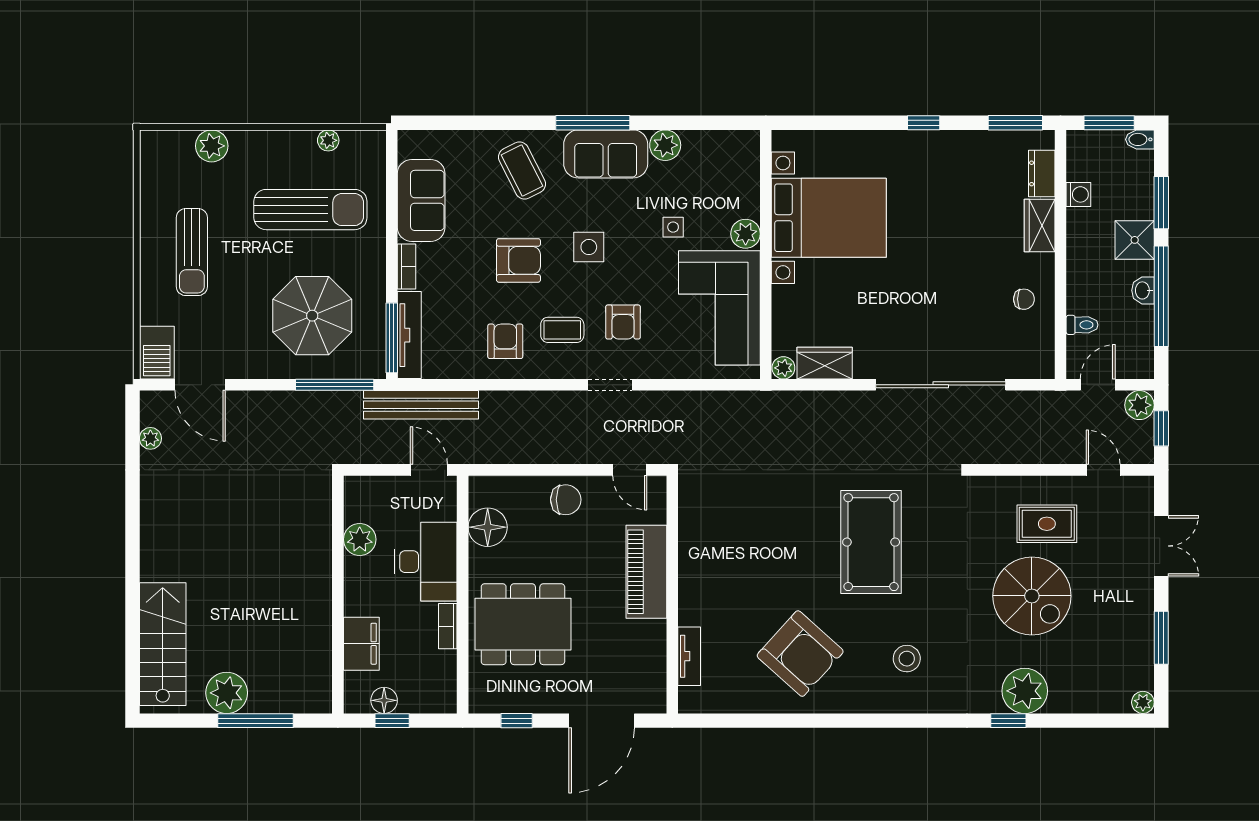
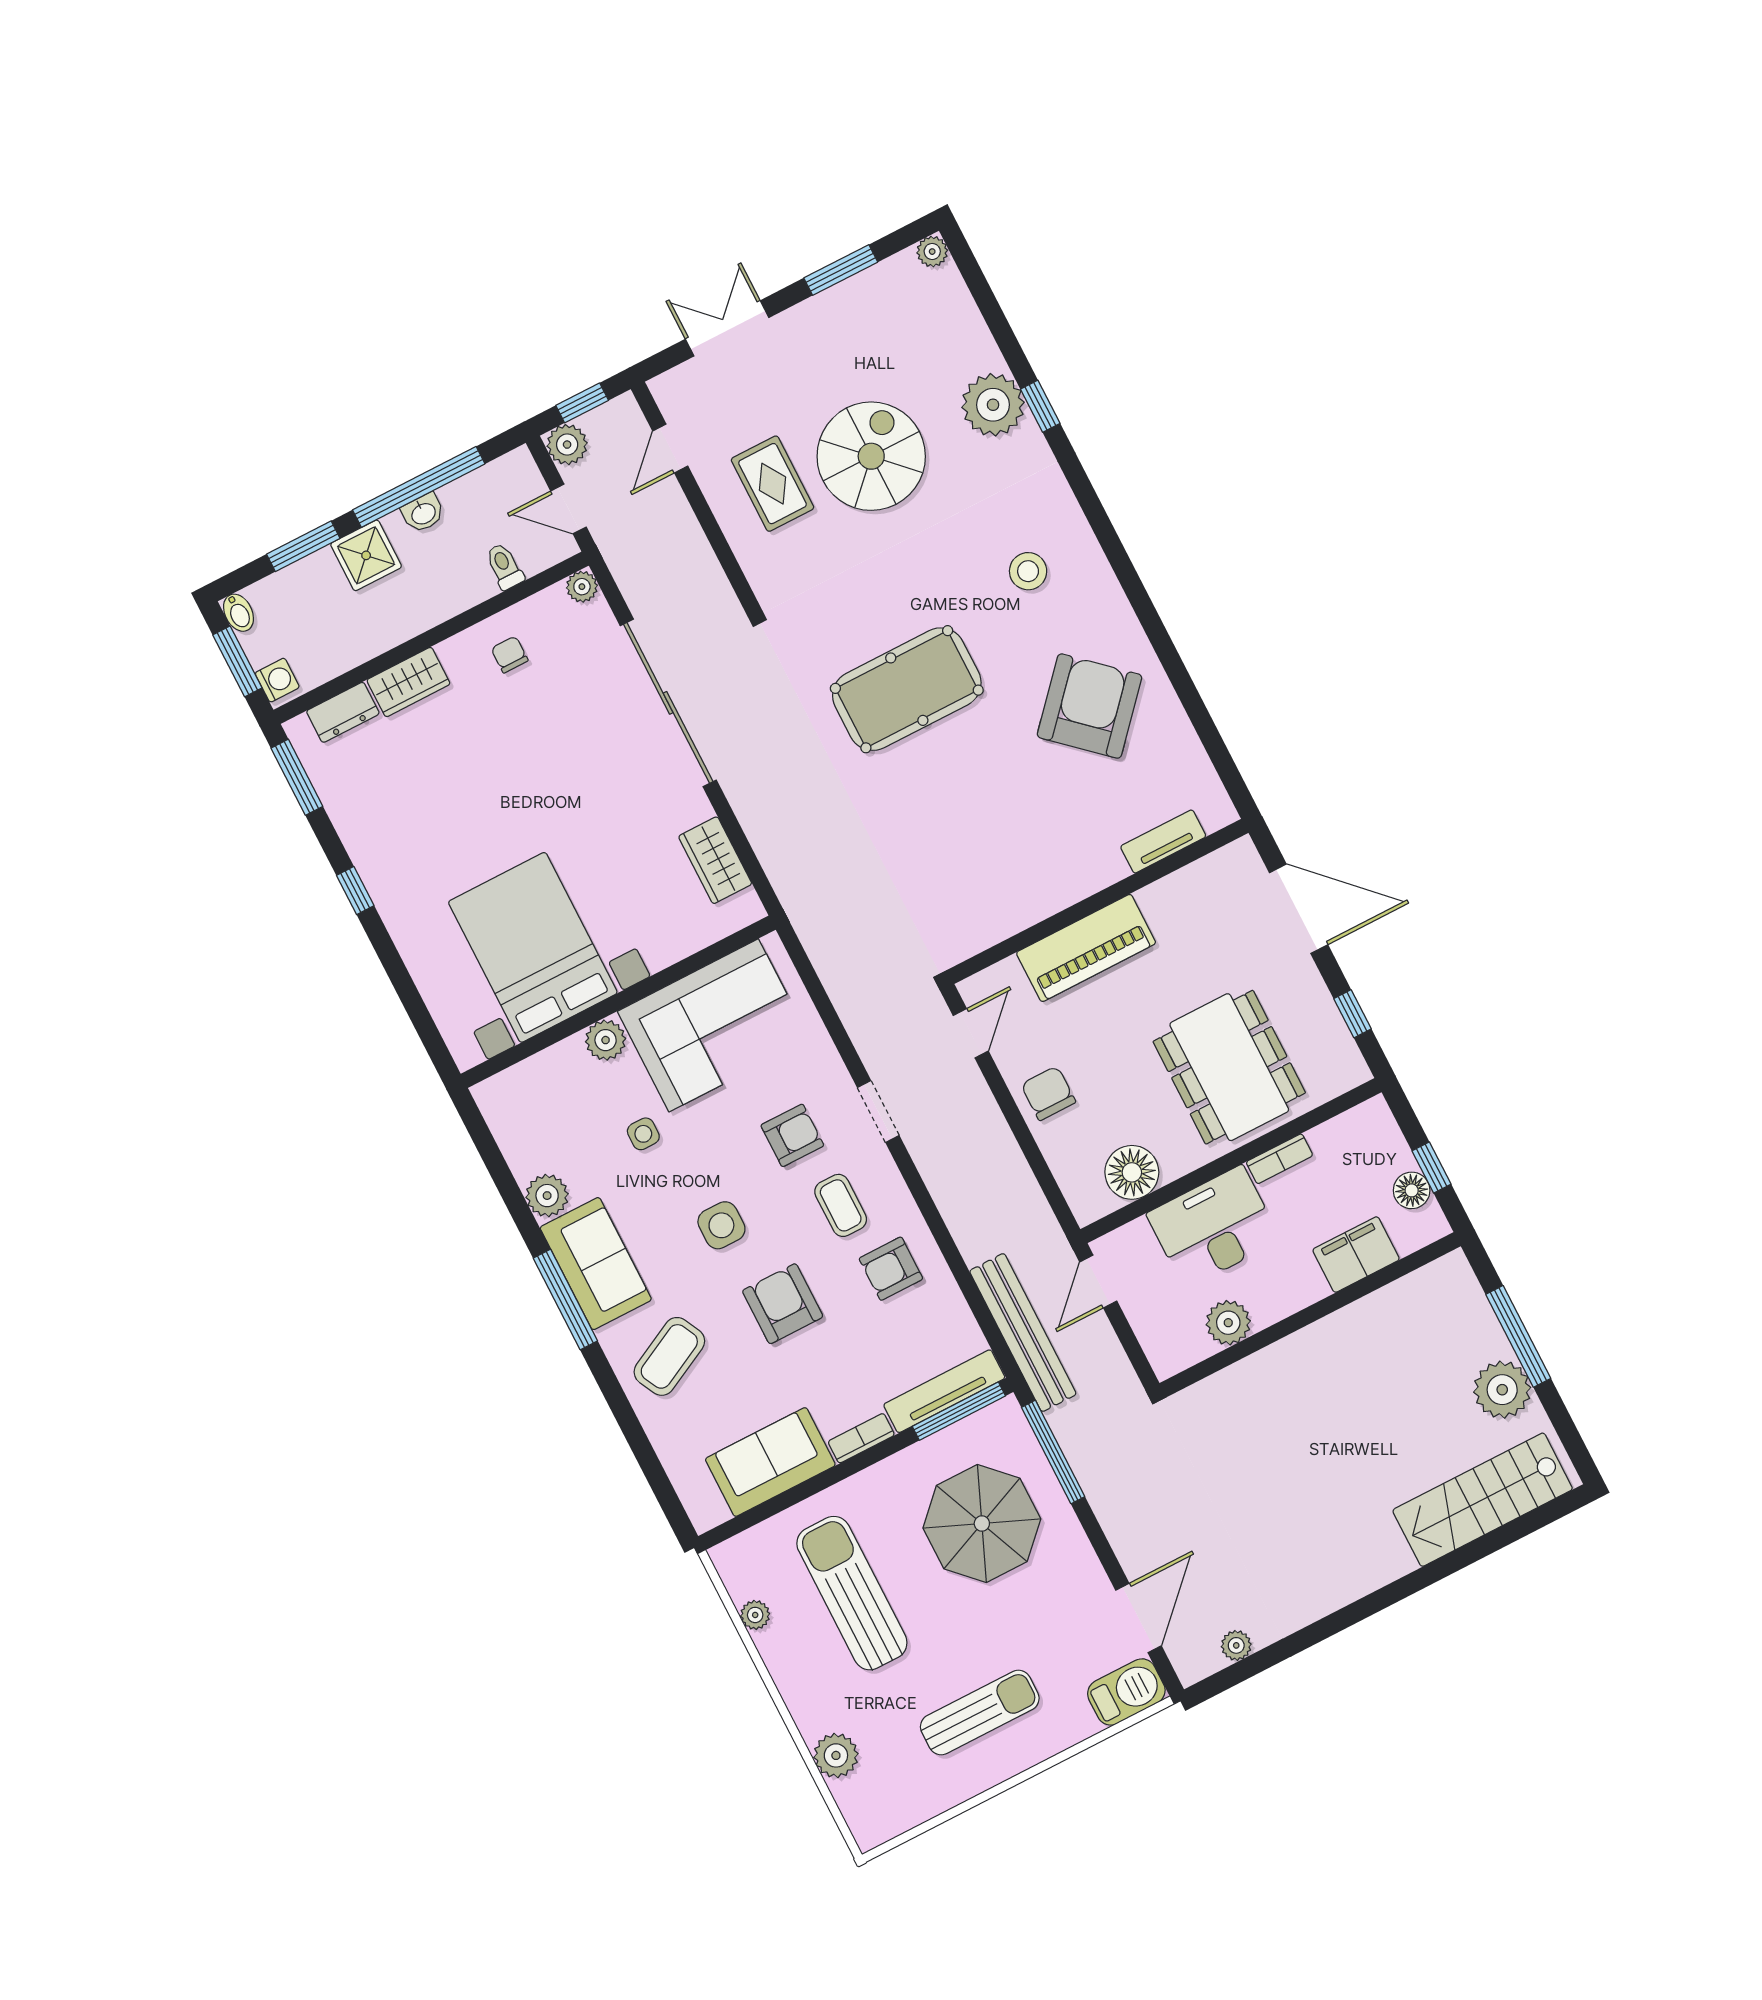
washing machine: (1078, 194) -> (277, 680), moved, turned 90
plant: (783, 368) -> (582, 587), moved

